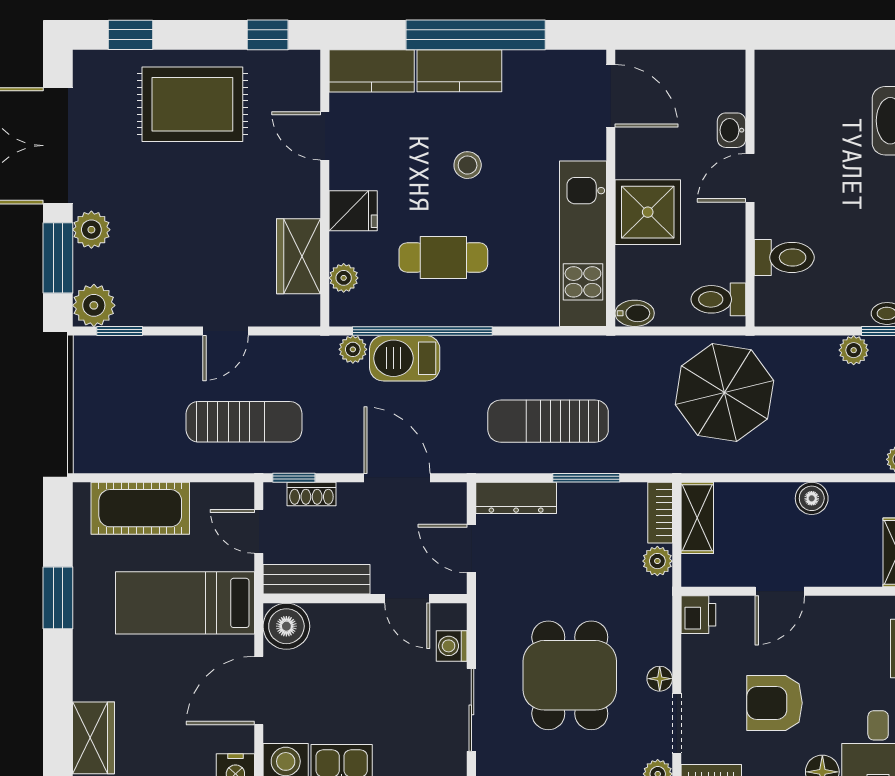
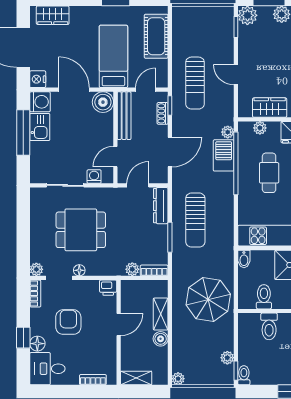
toilet: (718, 299) -> (264, 297), moved
sun lounger: (548, 421) -> (195, 220), turned 180
shelving: (697, 518) -> (161, 314), moved, turned 90
door: (780, 591) -> (119, 324), swing flipped

